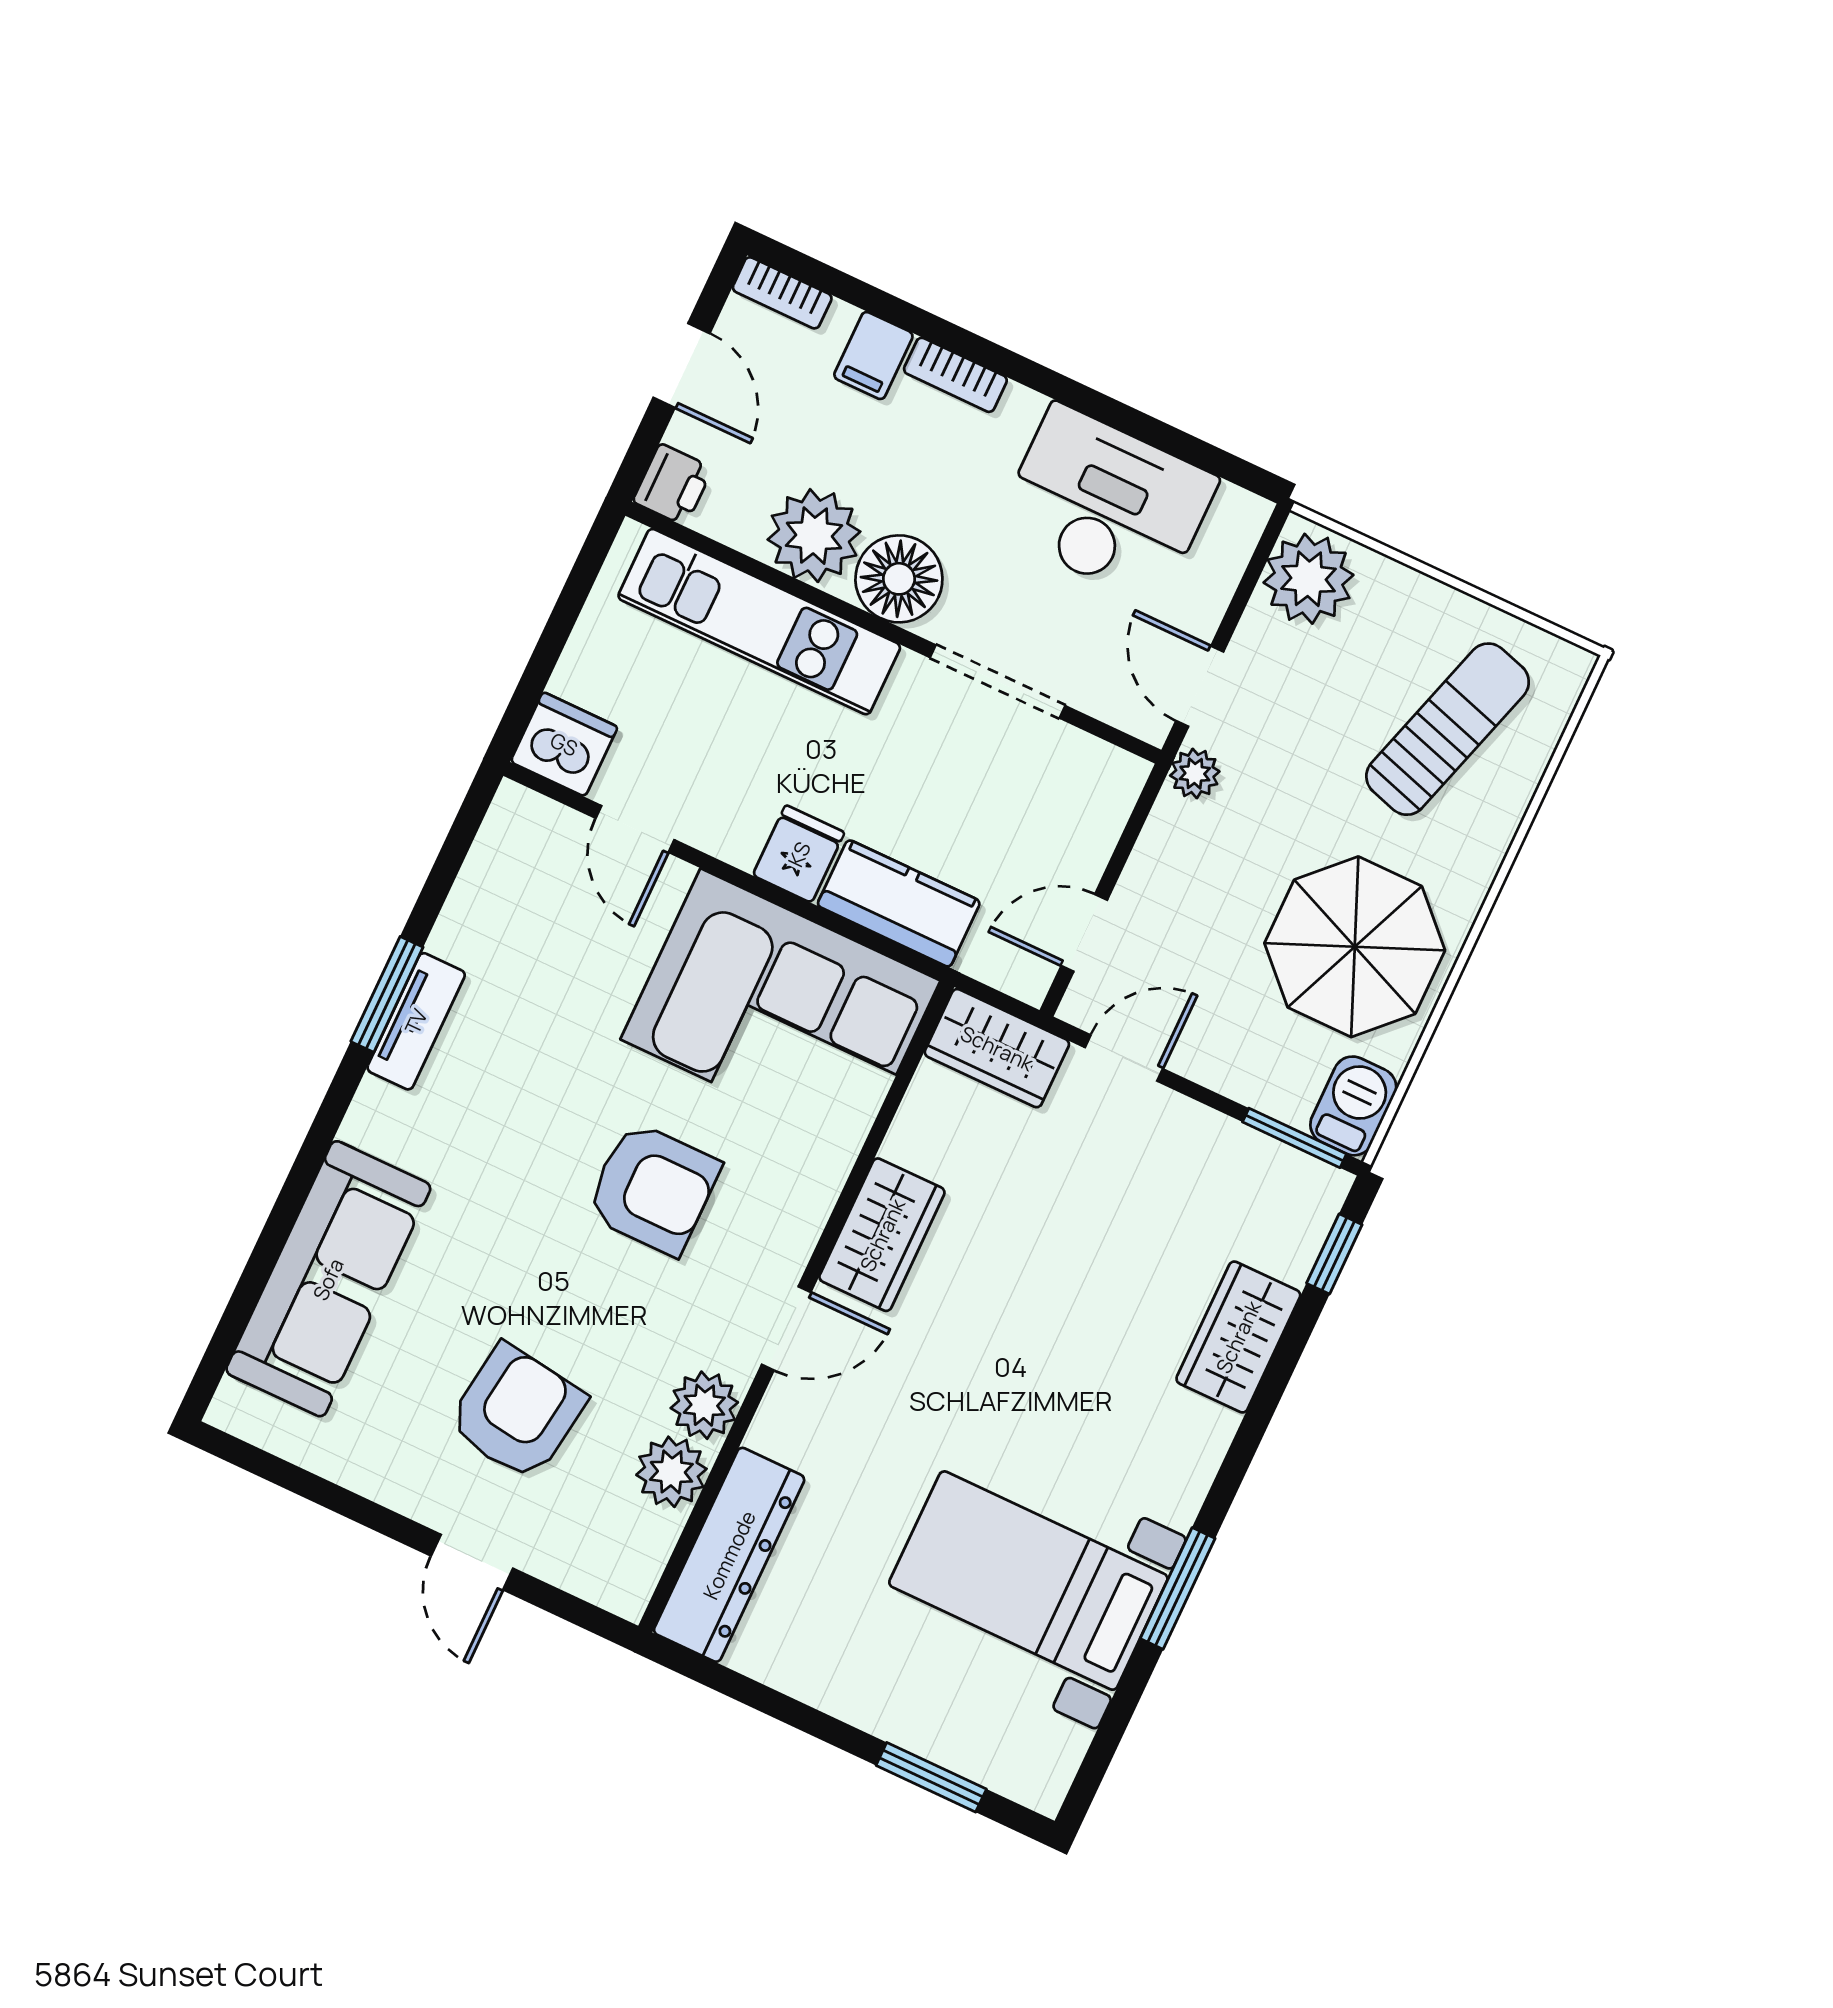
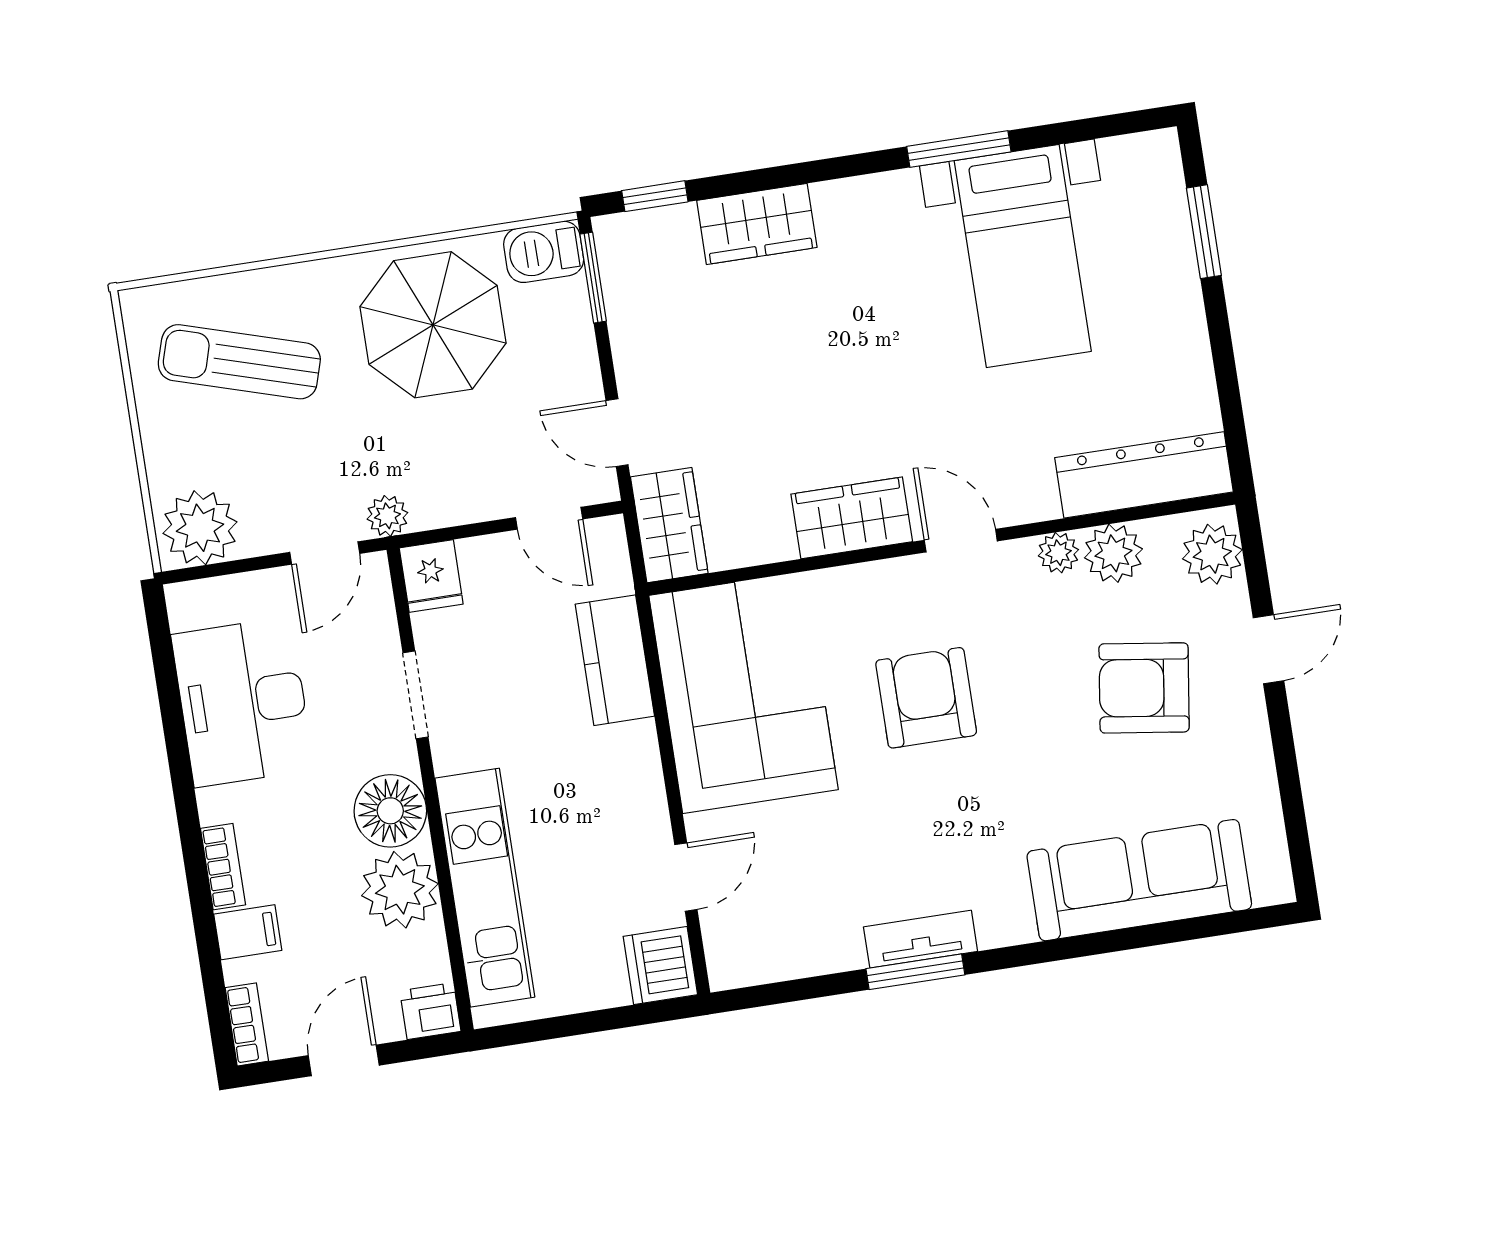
doorway: (998, 682) -> (415, 695), width x0.73
fridge: (799, 854) -> (431, 576), moved, turned -90
plant: (704, 1405) -> (1058, 553), width x0.73, depth x0.73
plant: (604, 1570) -> (1212, 554), added

